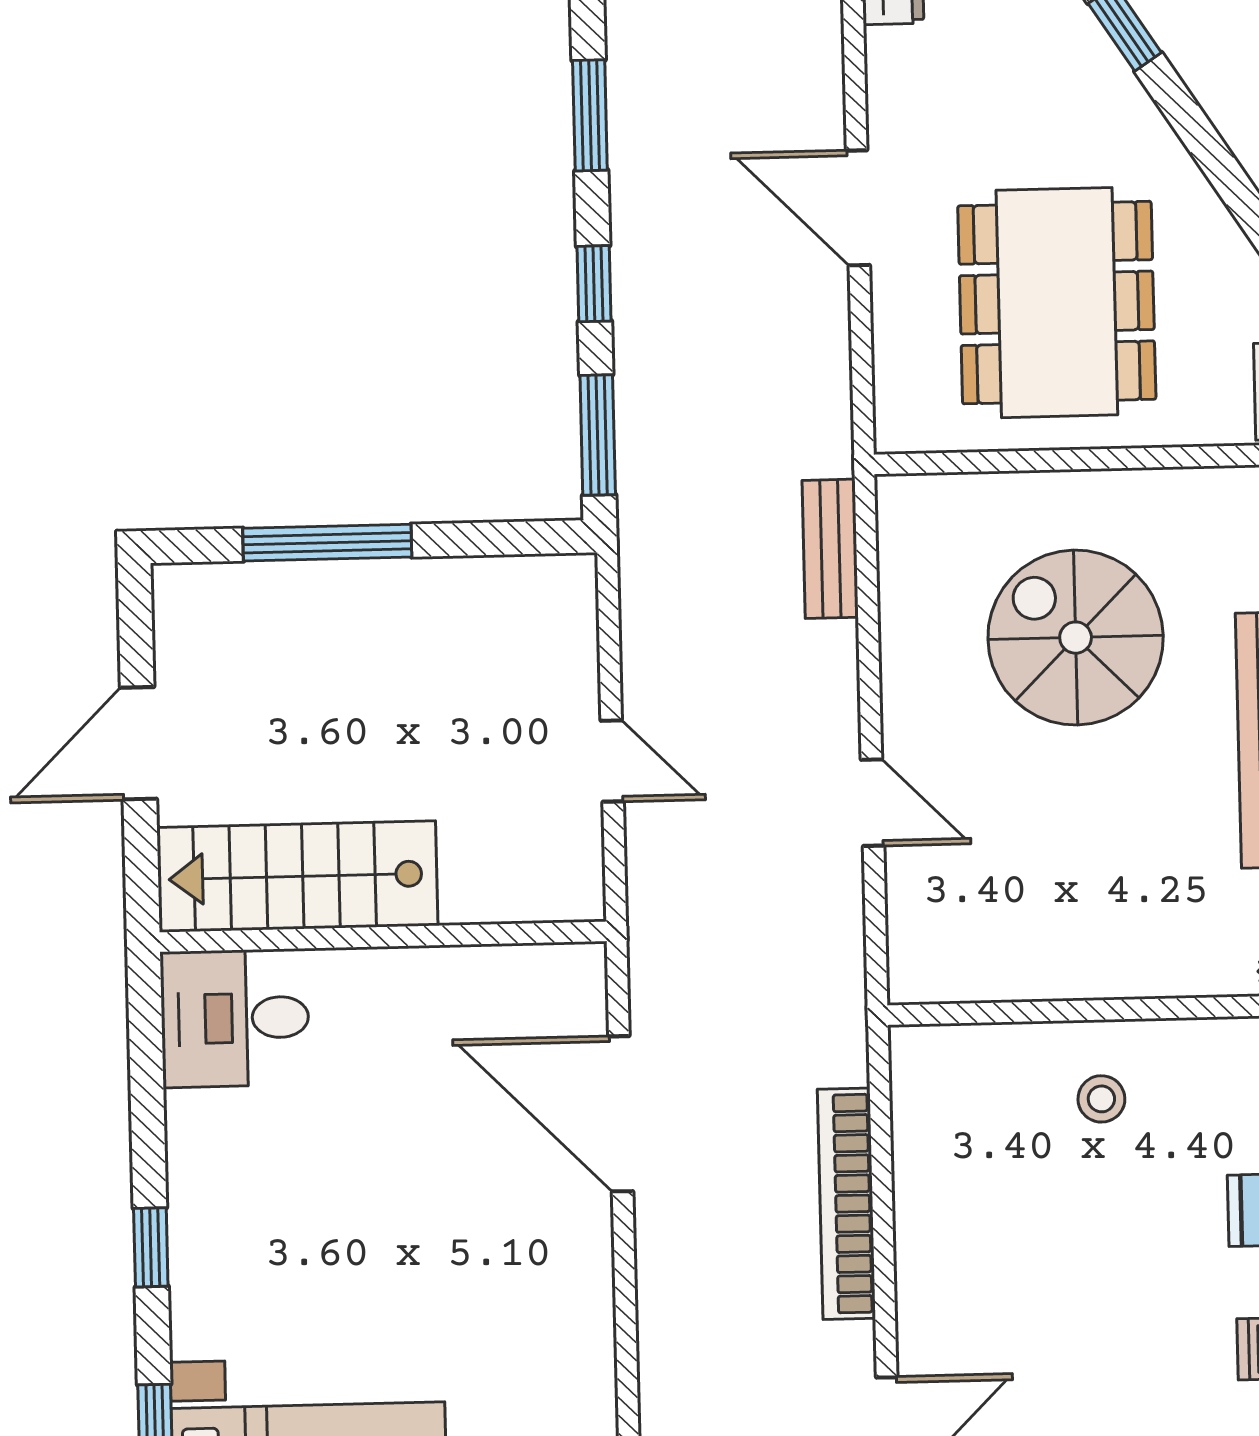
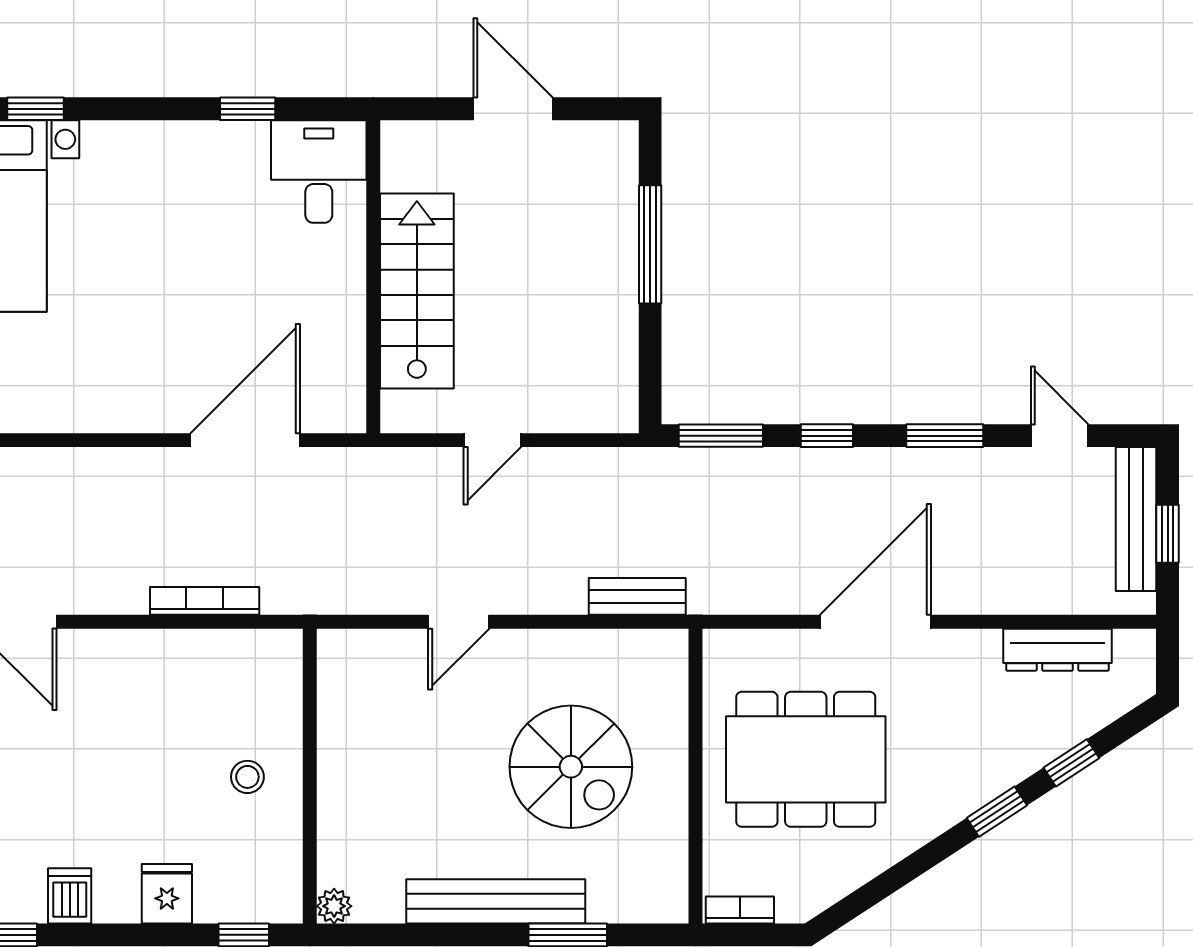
door: (858, 208) -> (875, 622), width x1.36
spiral stairs: (1076, 638) -> (571, 767), turned 90
stairs: (297, 877) -> (417, 291), moved
bookcase: (846, 1204) -> (205, 601), width x0.68, depth x0.76
window: (151, 1247) -> (248, 109), moved

